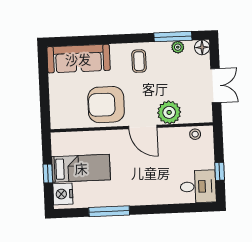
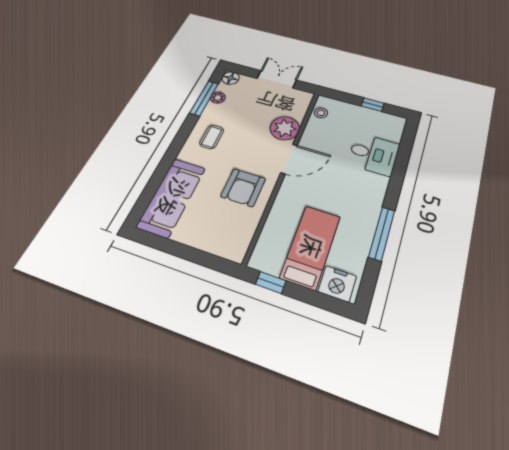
coffee table: (139, 61) -> (212, 137), turned 90
armchair: (106, 105) -> (243, 187), width x0.73, depth x0.73
window: (48, 174) -> (271, 282), moved
desk: (198, 187) -> (373, 154), moved, turned 90

